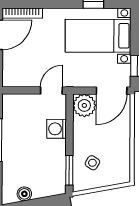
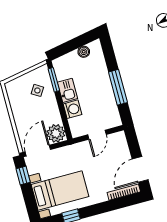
door: (51, 91) -> (97, 135), moved
kitchen sink: (56, 153) -> (67, 90), added

